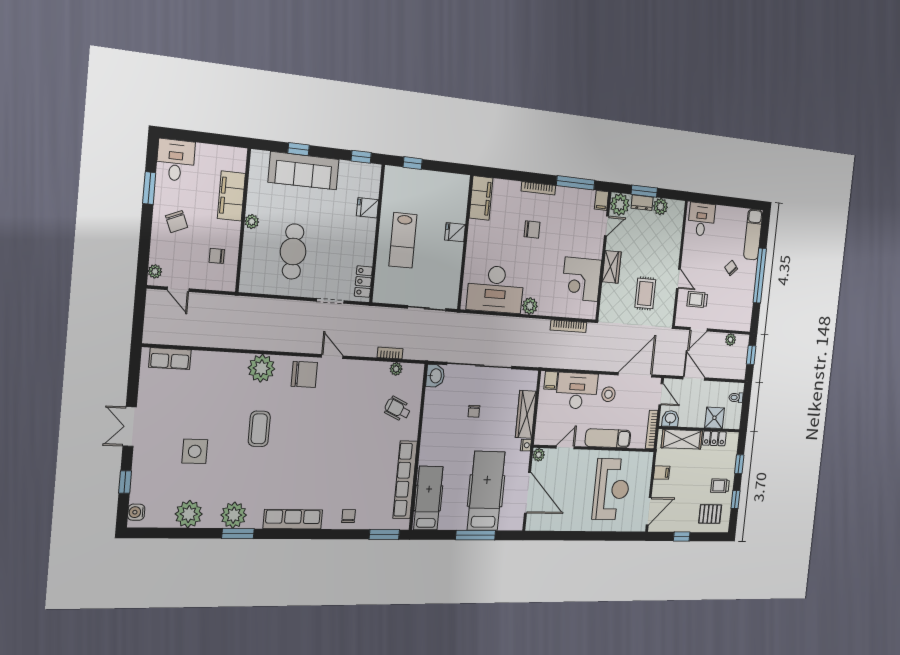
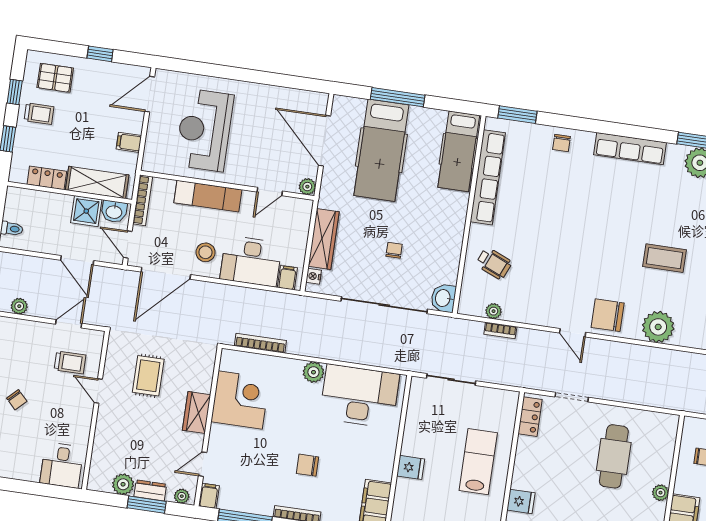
plant: (620, 204) -> (182, 496), width x0.53, depth x0.53
shower: (714, 418) -> (86, 211), moved
coffee table: (259, 429) -> (665, 258), turned 90
nightstand: (526, 445) -> (314, 276), moved

